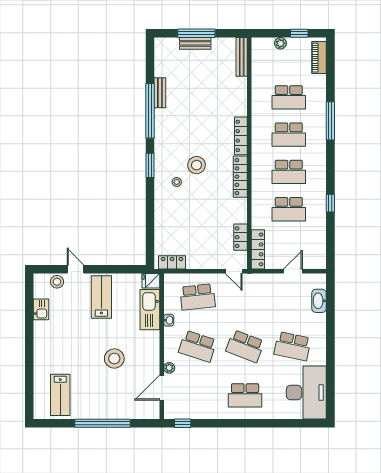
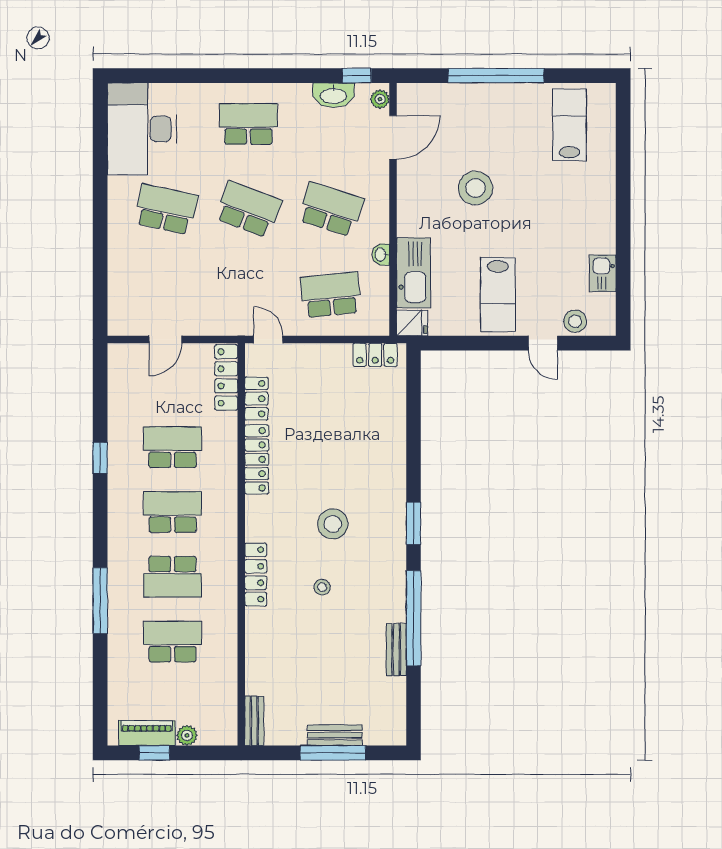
bench: (242, 57) -> (254, 721), width x0.73
piano: (319, 58) -> (147, 733), moved, turned -90
school desk: (289, 135) -> (172, 577), turned 180
locker: (240, 177) -> (257, 459), moved
stool: (177, 182) -> (322, 587), moved
washbasin: (319, 301) -> (333, 95), moved, turned 90
plant: (169, 368) -> (380, 99), moved

